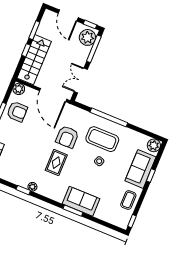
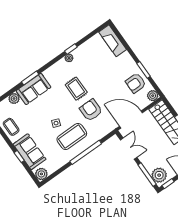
plant: (101, 214) -> (14, 98), added

